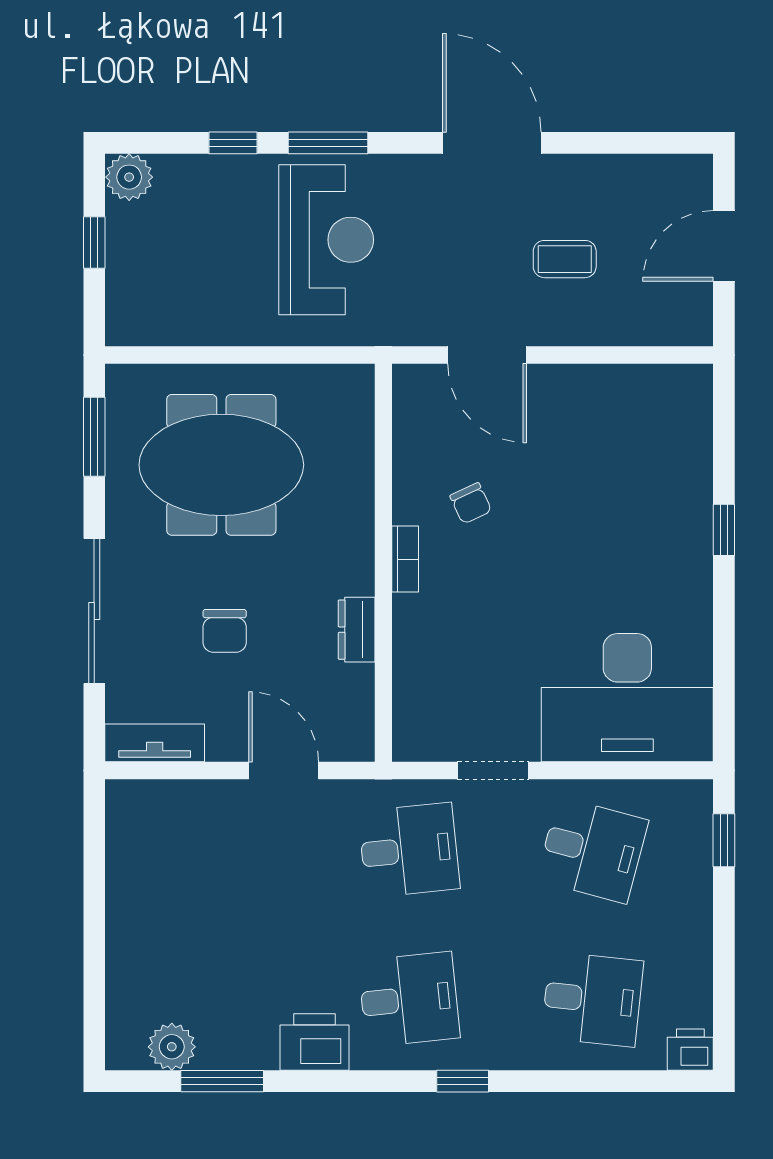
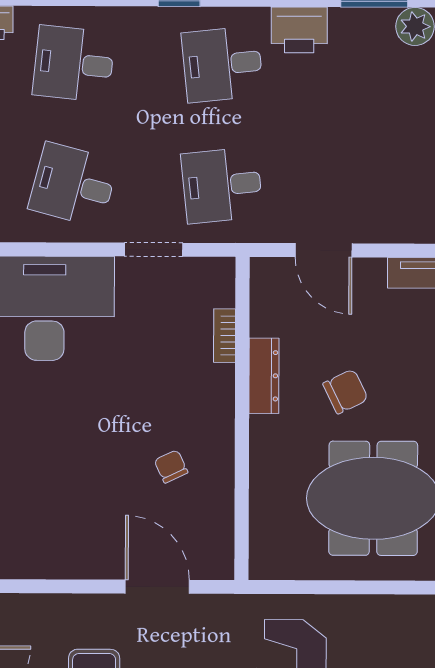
bookcase: (405, 559) -> (225, 336), moved
dresser: (357, 630) -> (264, 376), width x1.44
chair: (225, 631) -> (346, 391), moved, turned 64

